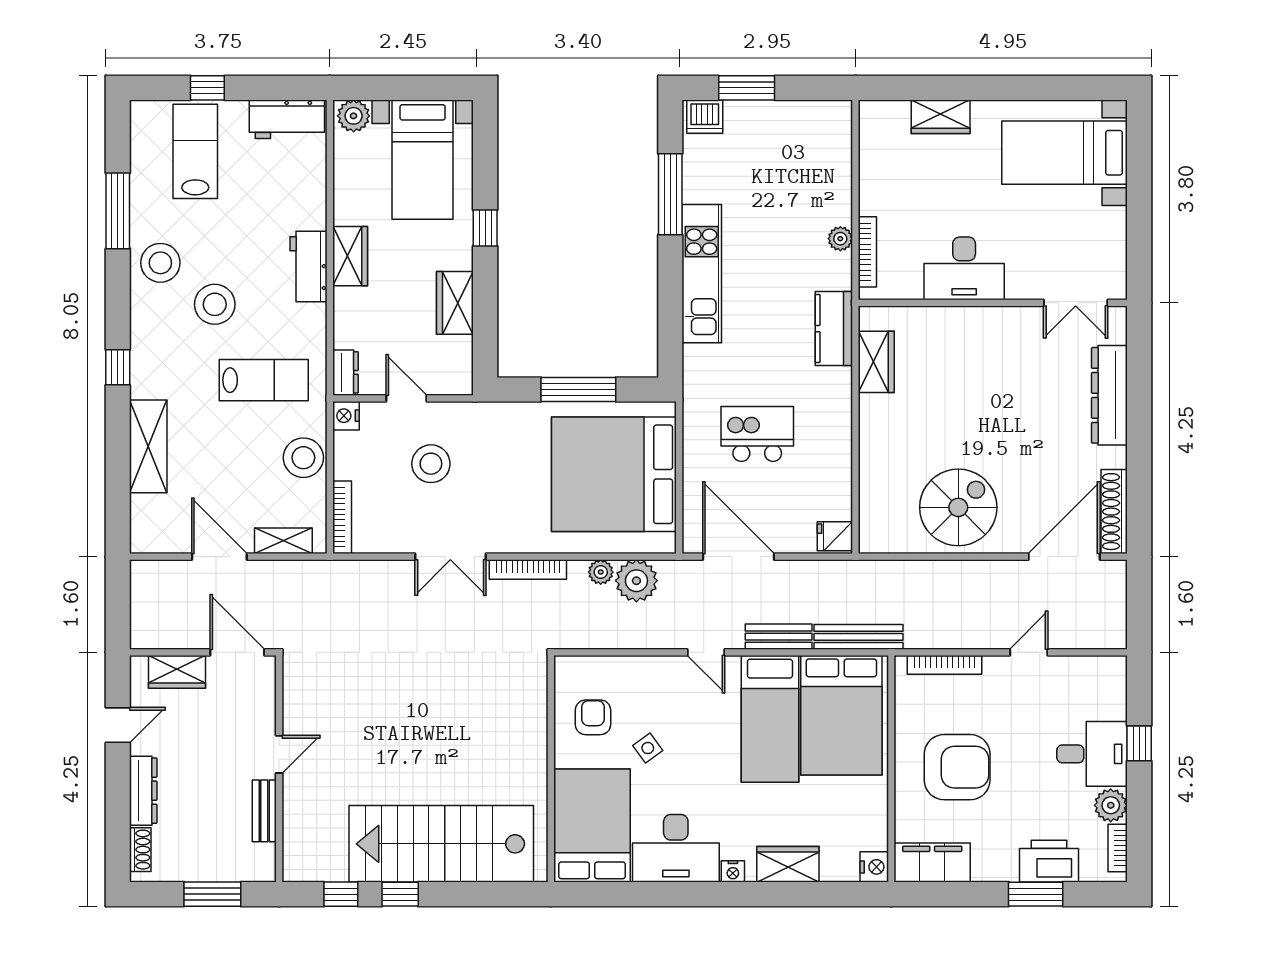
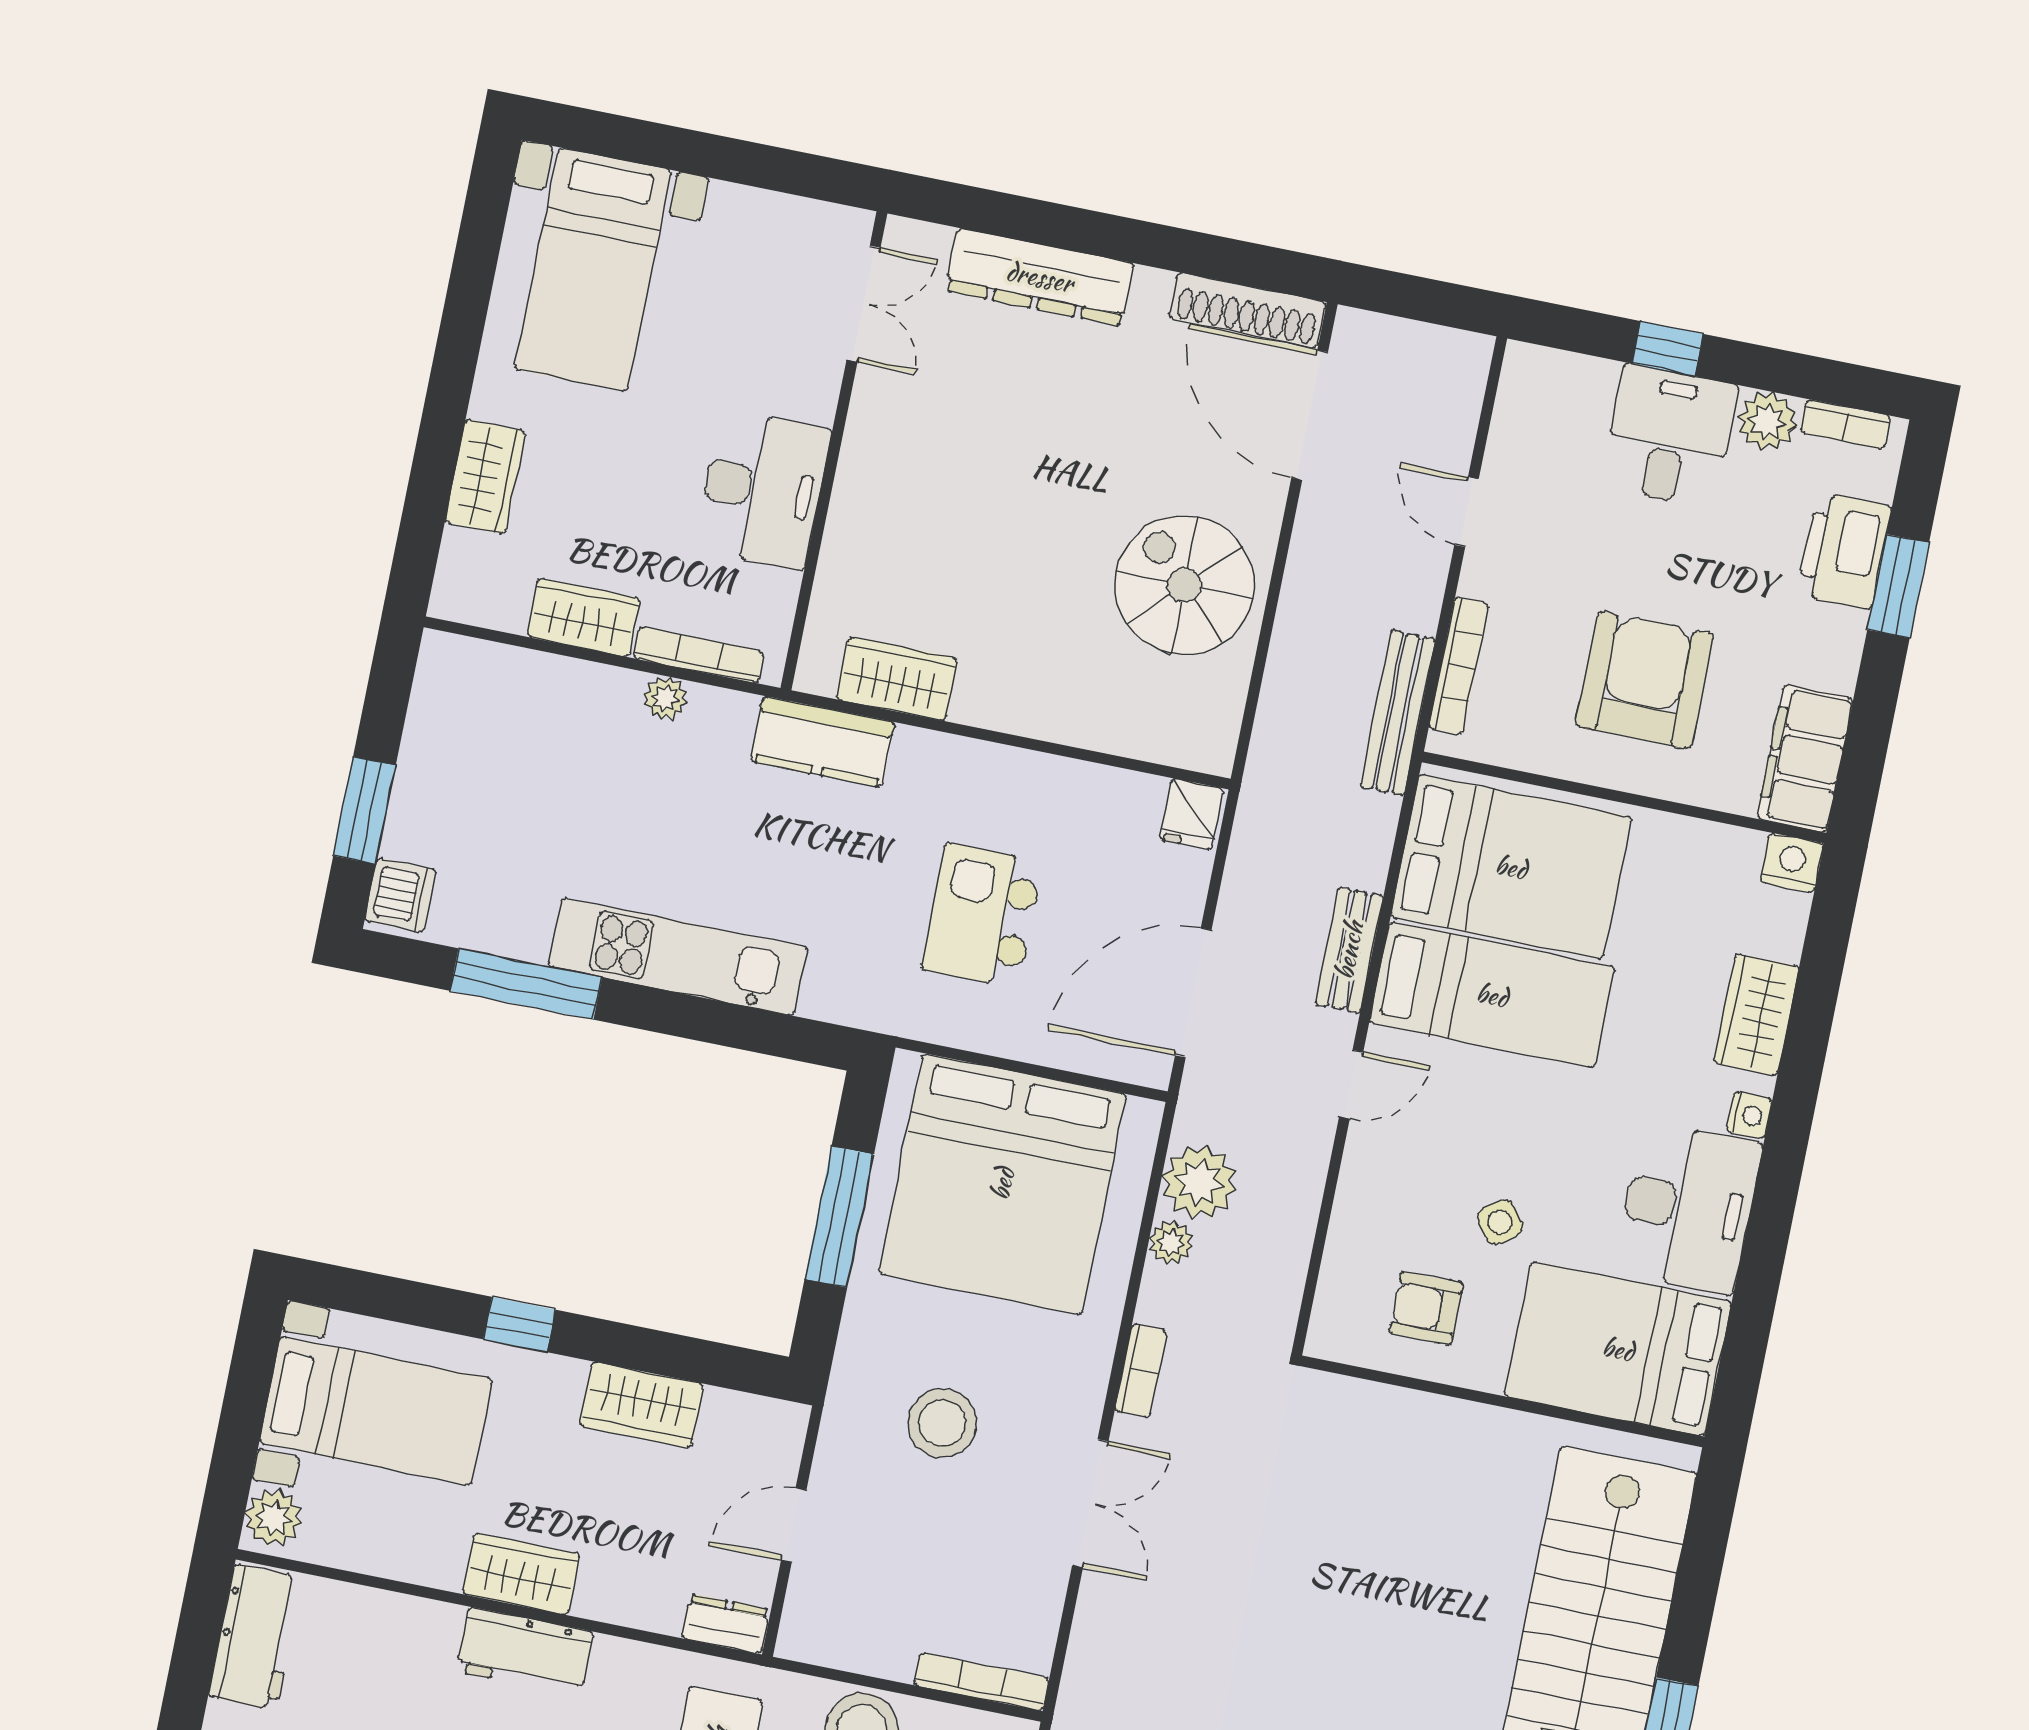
wardrobe: (875, 186) -> (584, 618), added
nightstand: (346, 416) -> (803, 1638), removed
stool: (431, 464) -> (942, 1423), moved
bookcase: (528, 570) -> (1141, 1371), width x0.64
bench: (859, 637) -> (1398, 713), moved

